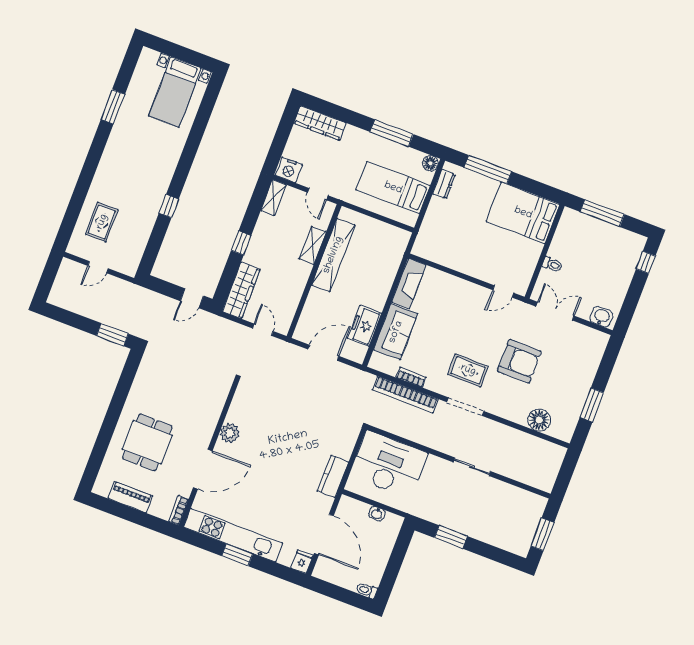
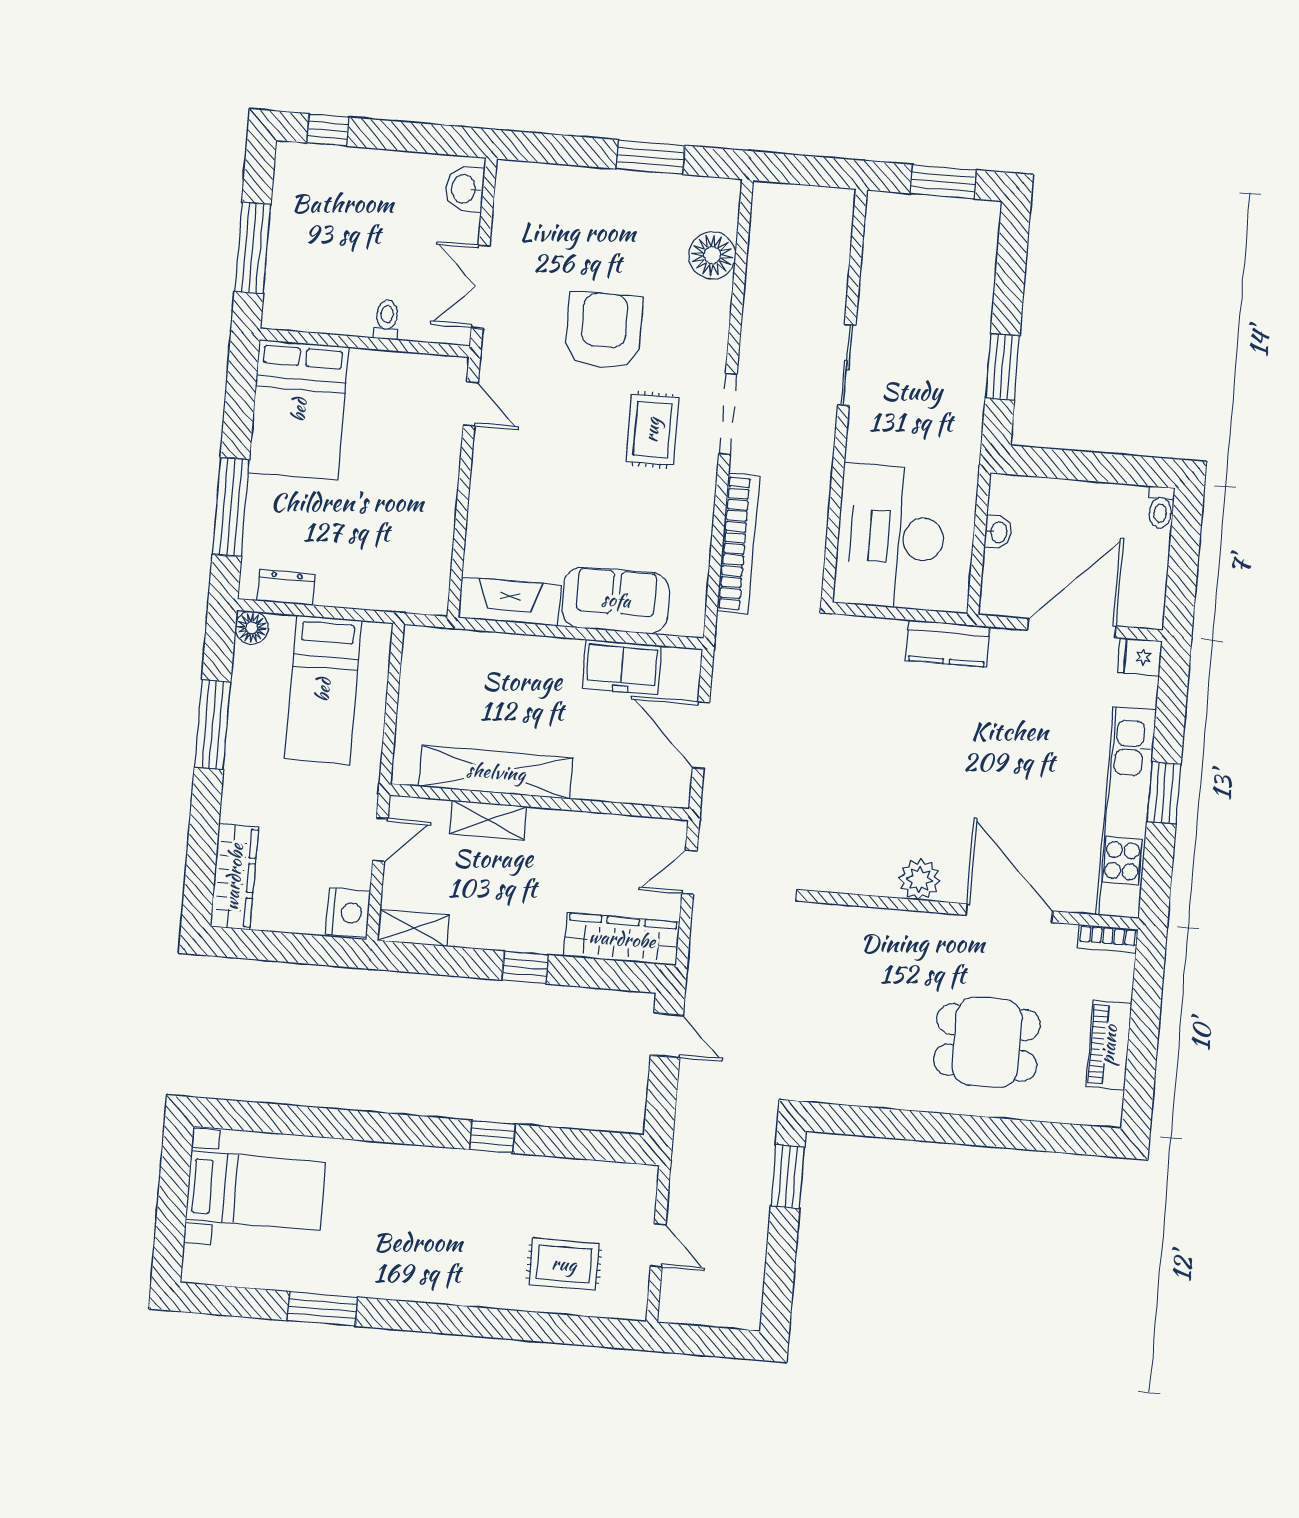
bookcase: (411, 377) -> (700, 542), removed

